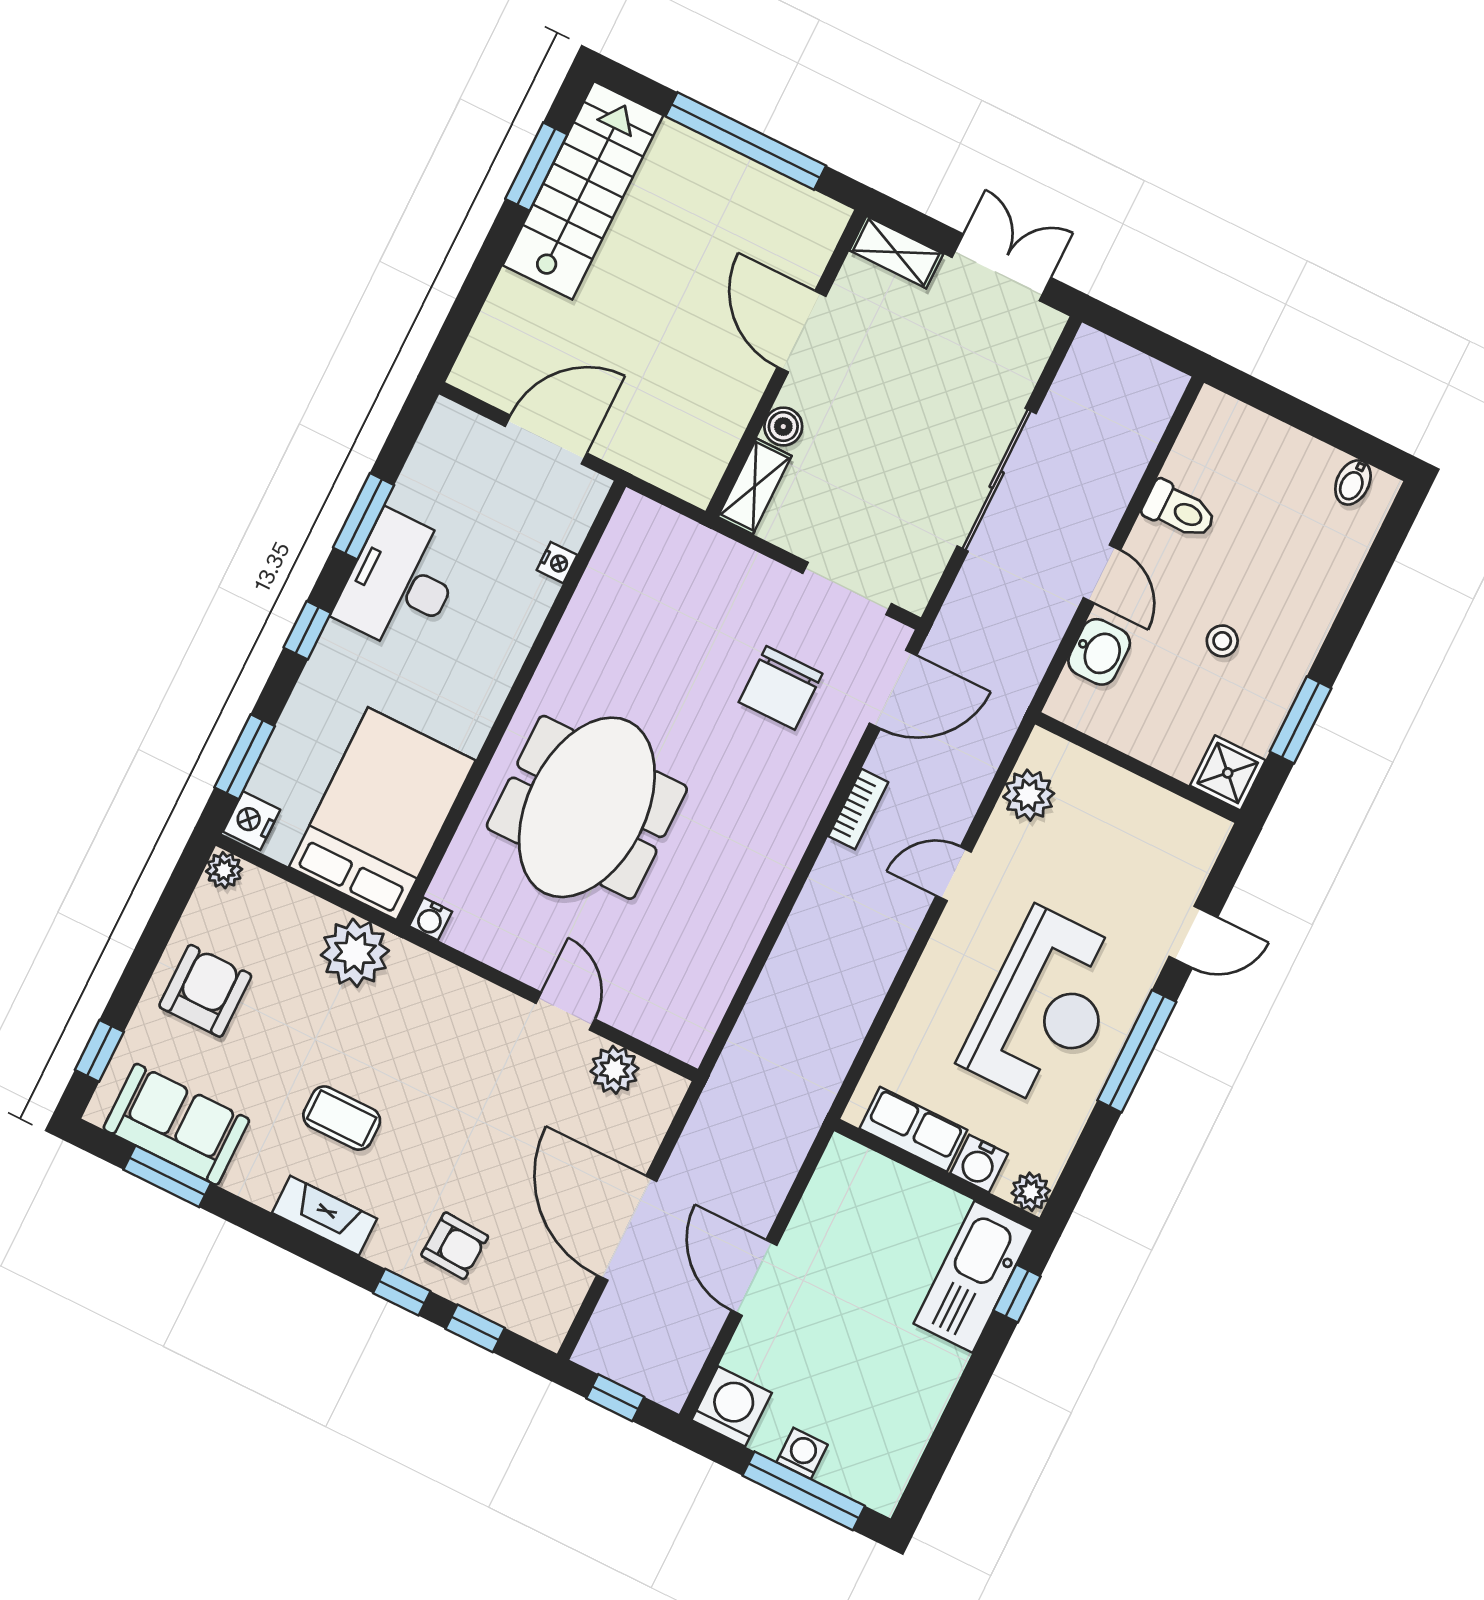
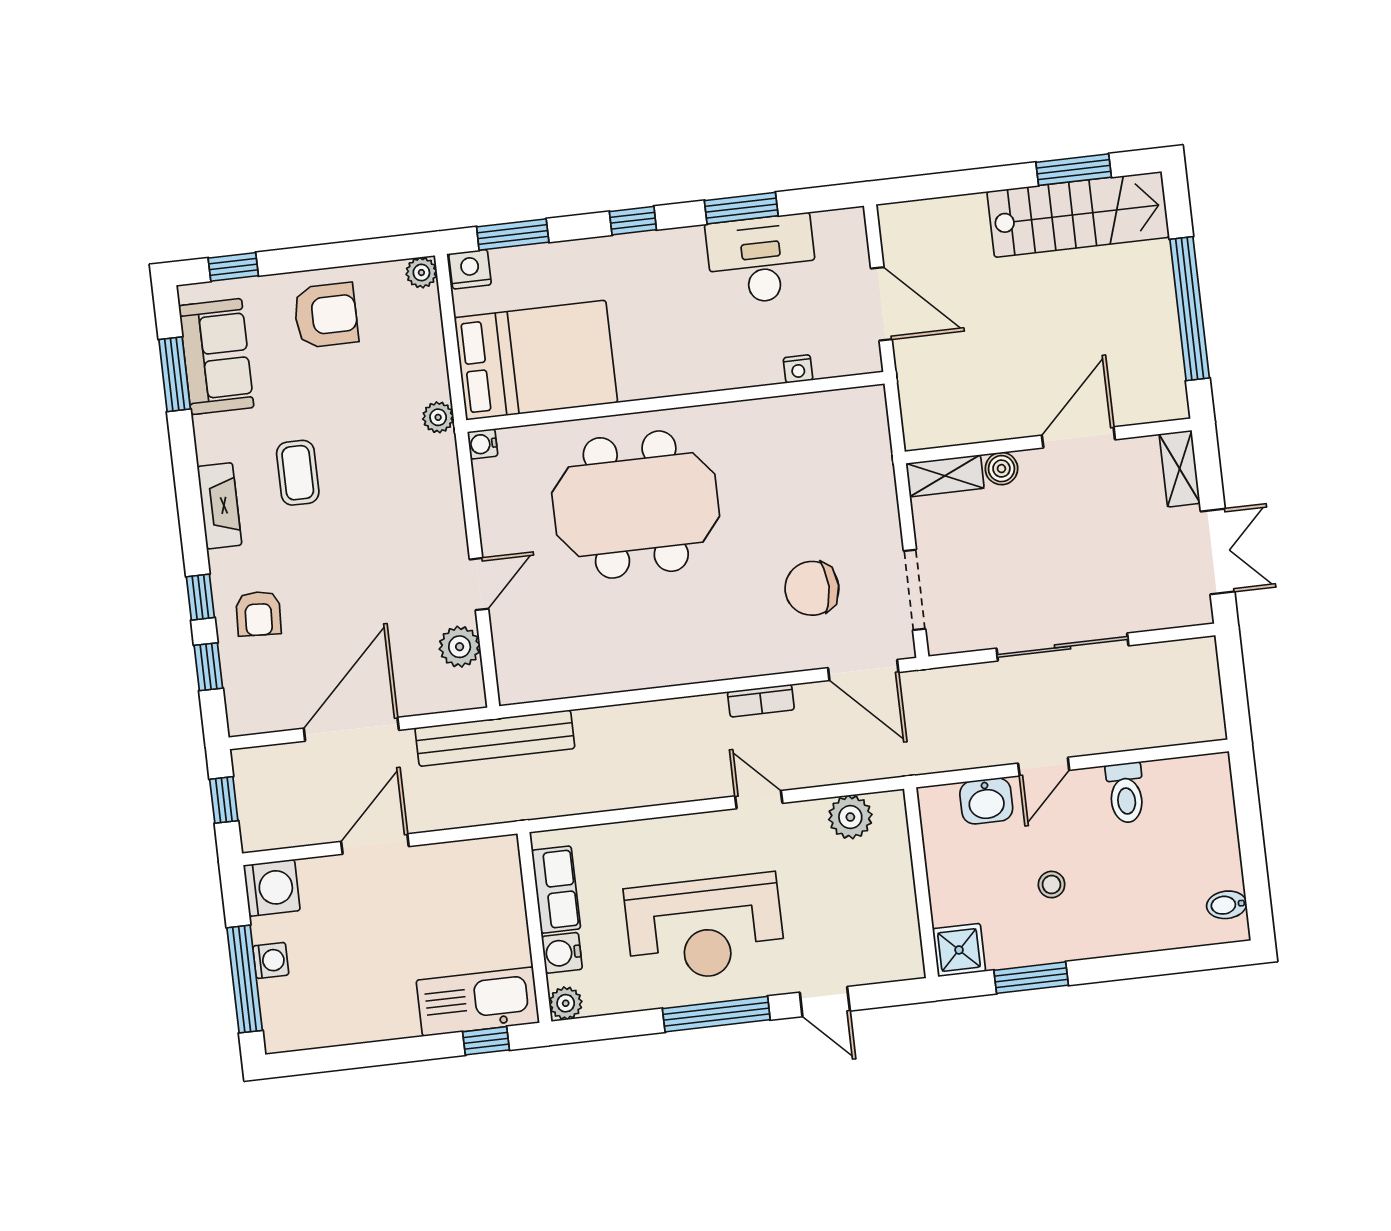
desk: (400, 582) -> (762, 259), moved
plant: (355, 953) -> (438, 417), width x0.53, depth x0.53
bench: (726, 1093) -> (495, 738), added

